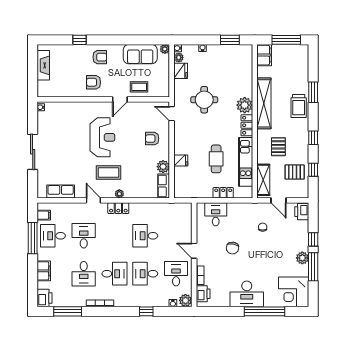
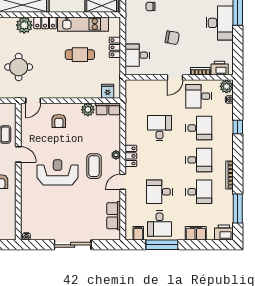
fridge: (181, 161) -> (108, 91), moved
desk: (145, 236) -> (159, 128), turned 180
desk: (114, 274) -> (199, 160), turned 90
desk: (145, 274) -> (199, 128), turned -90

